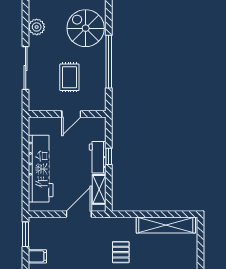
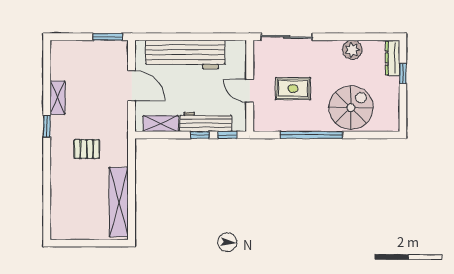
sliding door: (26, 68) -> (287, 37), moved
window: (109, 133) -> (227, 135), added
workbench: (98, 157) -> (206, 122), width x1.38
door: (79, 214) -> (132, 86), moved
filing cabinet: (37, 256) -> (82, 51), removed

